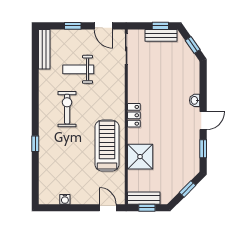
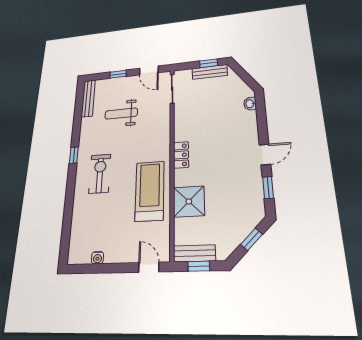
window: (193, 45) -> (246, 77), removed
washbasin: (195, 100) -> (250, 104), moved
exercise bike: (67, 109) -> (100, 174), moved
window: (35, 144) -> (74, 155), moved

